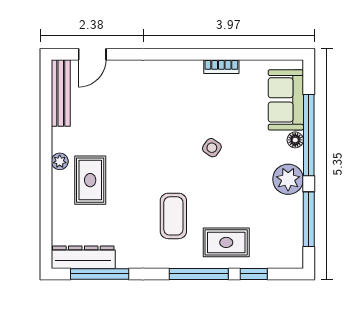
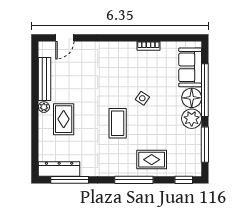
bench: (61, 93) -> (44, 79), moved
floor lamp: (295, 140) -> (192, 98), width x1.89, depth x1.89
coffee table: (173, 216) -> (118, 123), moved
window: (254, 274) -> (184, 180), moved

